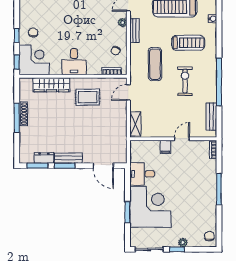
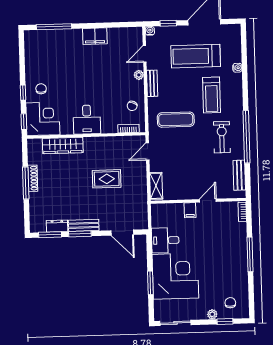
treadmill: (188, 43) -> (211, 95), turned 90
exercise mat: (155, 64) -> (176, 120), turned 90
exercise bike: (185, 81) -> (222, 137), moved
rug: (88, 97) -> (107, 179), moved
chair: (209, 236) -> (230, 303), moved
window: (177, 249) -> (225, 321), moved

